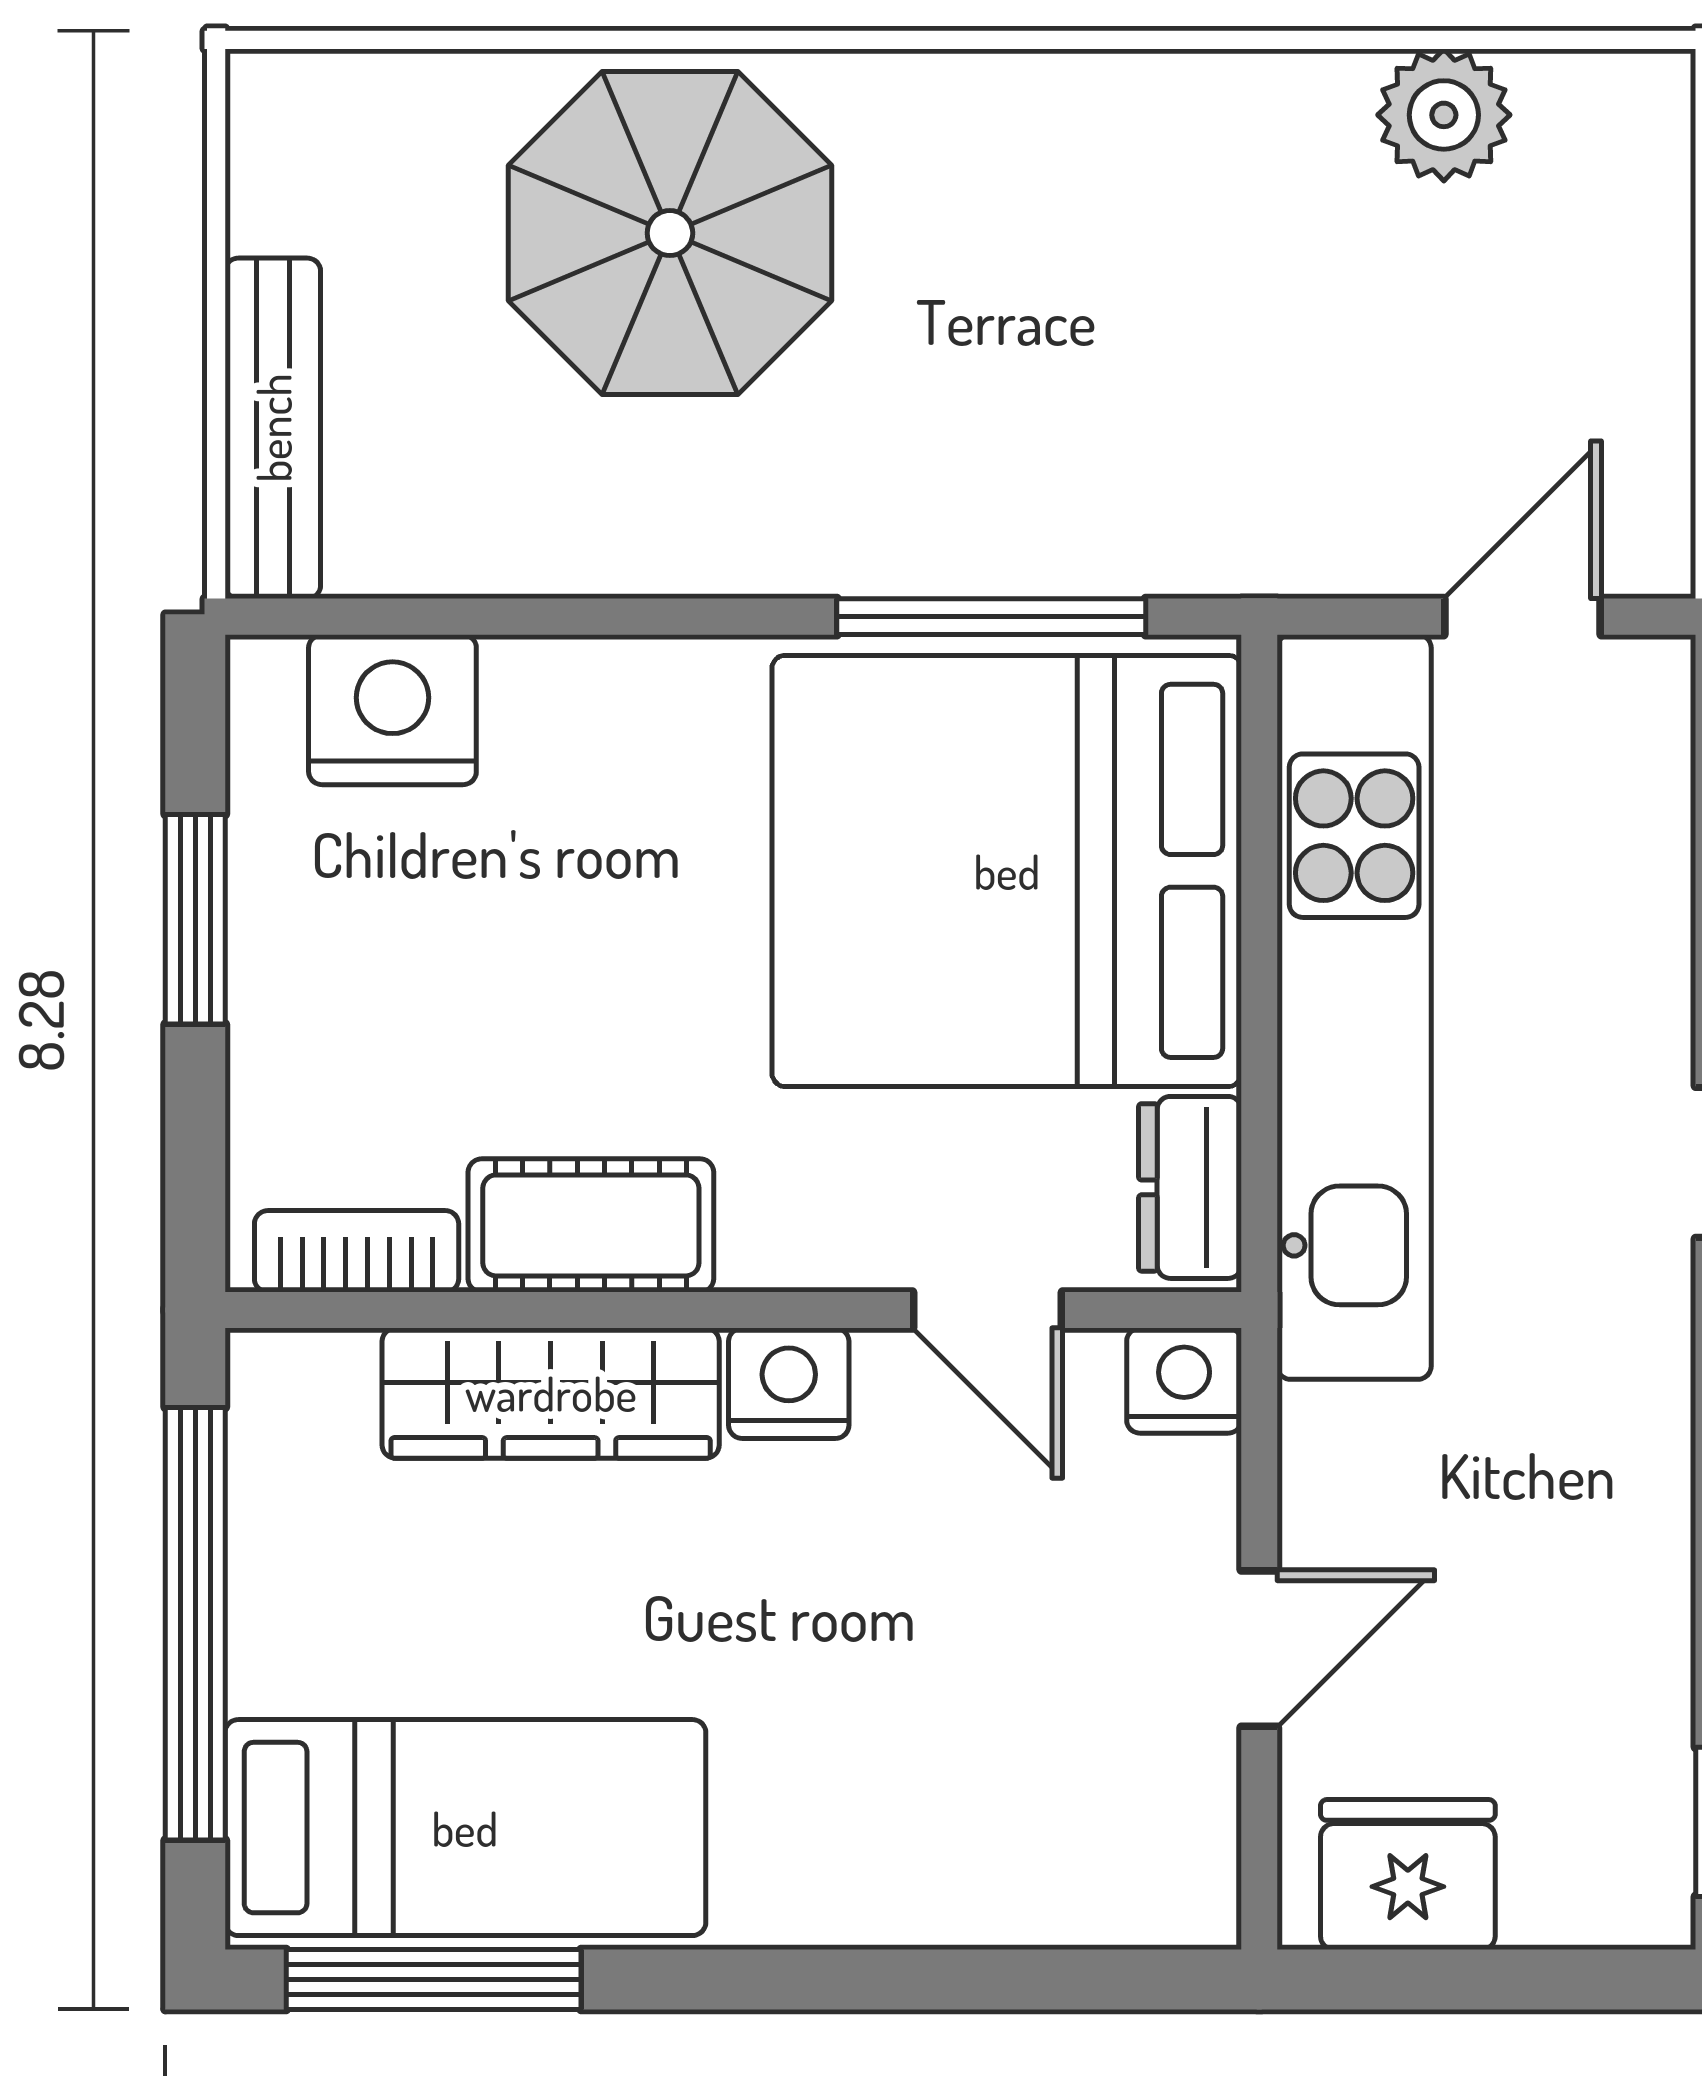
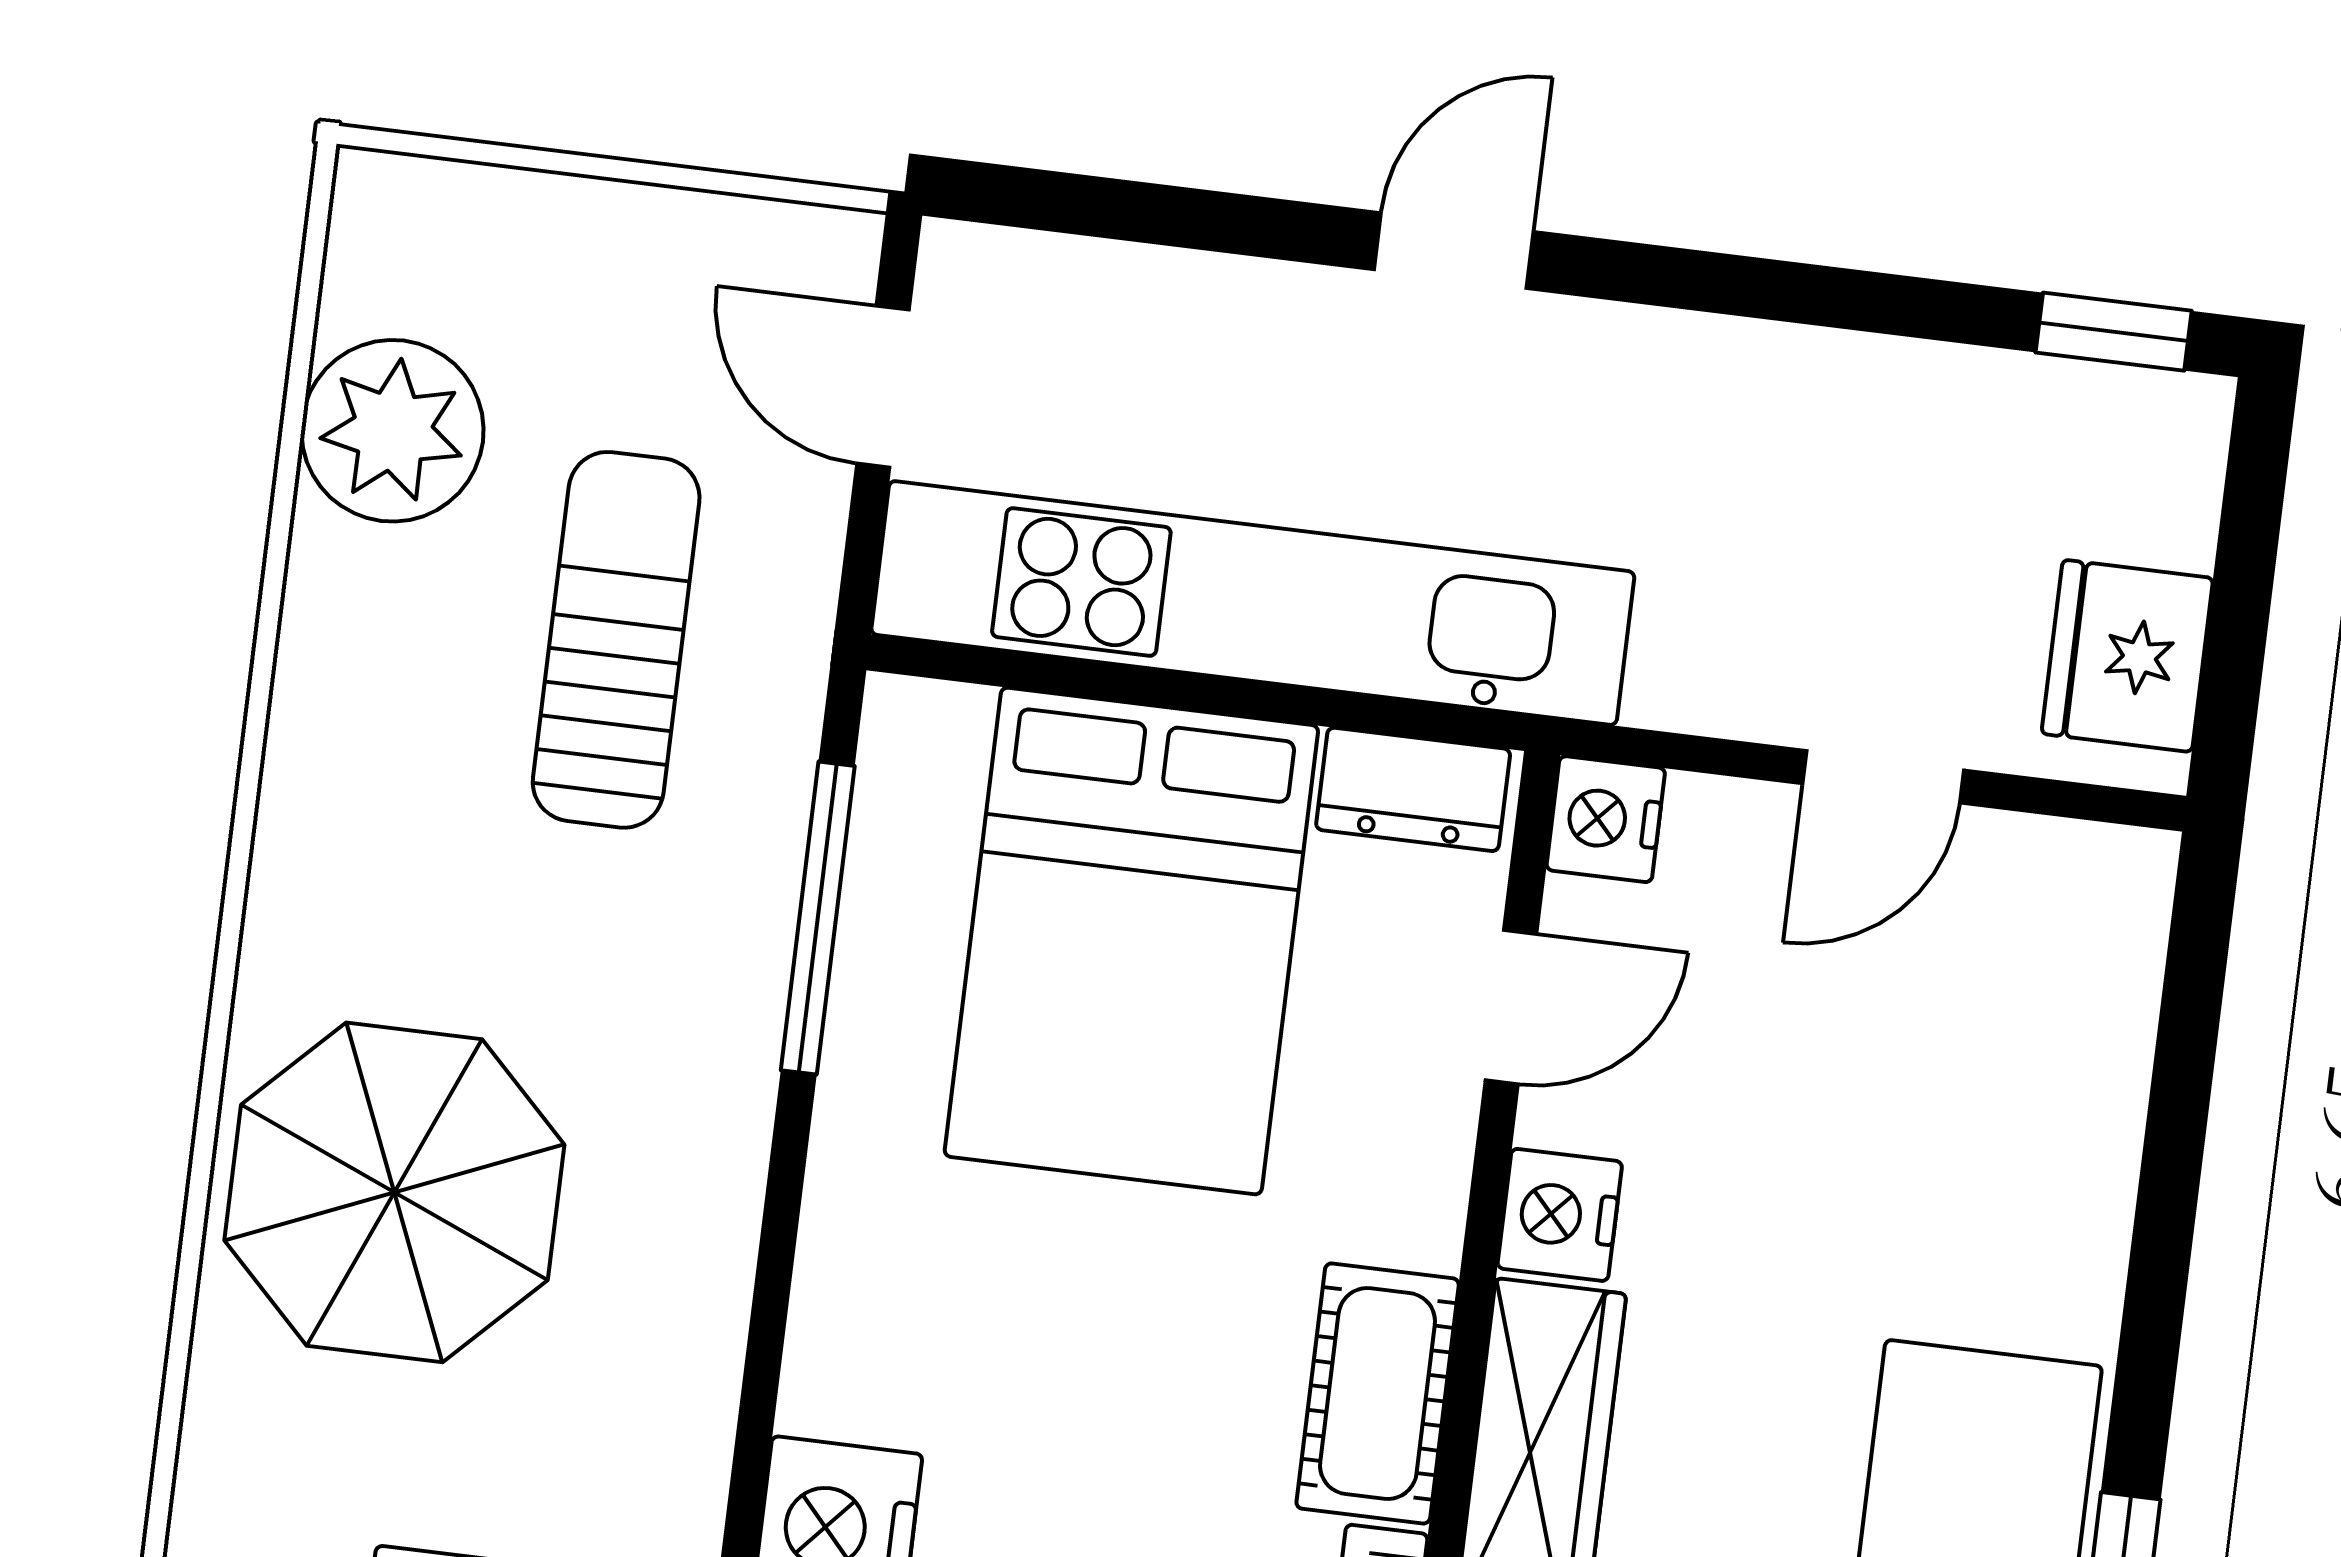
plant: (1444, 115) -> (392, 431), width x1.36, depth x1.36
sun lounger: (1241, 385) -> (616, 640), added
bed: (1007, 871) -> (1131, 941), width x0.73
door: (1259, 1649) -> (1883, 777), swing flipped

